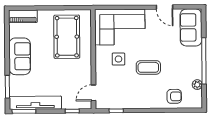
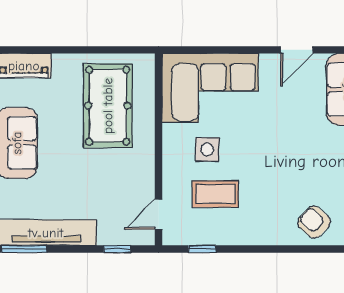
door: (165, 7) -> (297, 50), hinge flipped
coffee table: (148, 67) -> (215, 194), moved
armchair: (174, 96) -> (314, 222), turned -137

